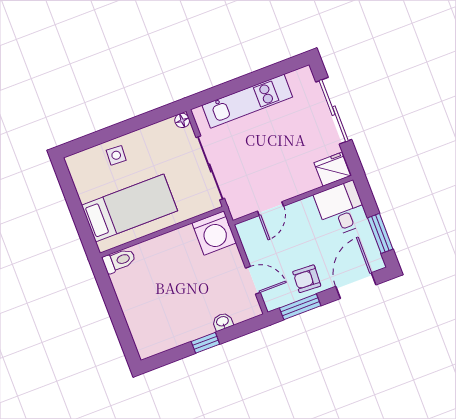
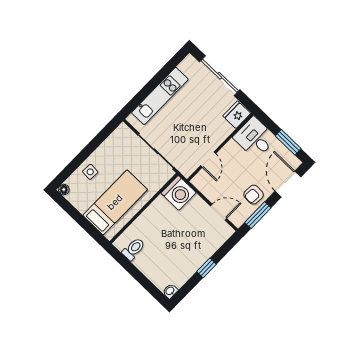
floor lamp: (182, 120) -> (64, 190), moved
toilet: (119, 261) -> (134, 249), moved
washbasin: (223, 322) -> (170, 291), moved

